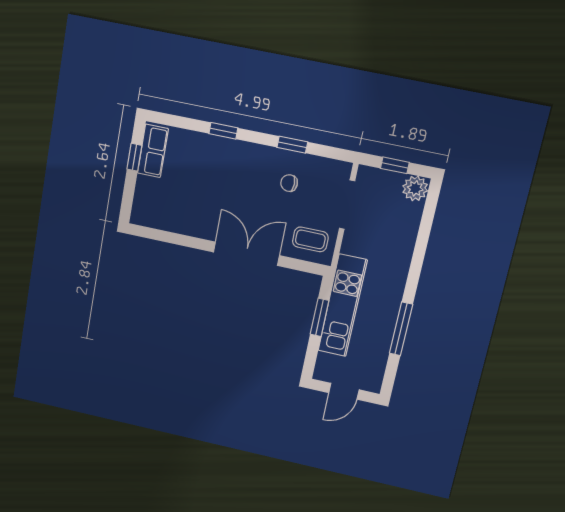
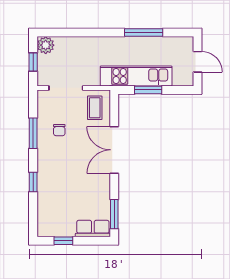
window: (292, 145) -> (33, 133), width x1.50
row of seats: (153, 151) -> (93, 229), moved
window: (159, 235) -> (114, 214), added

